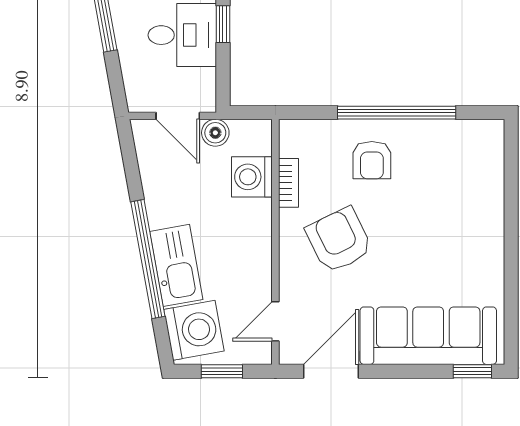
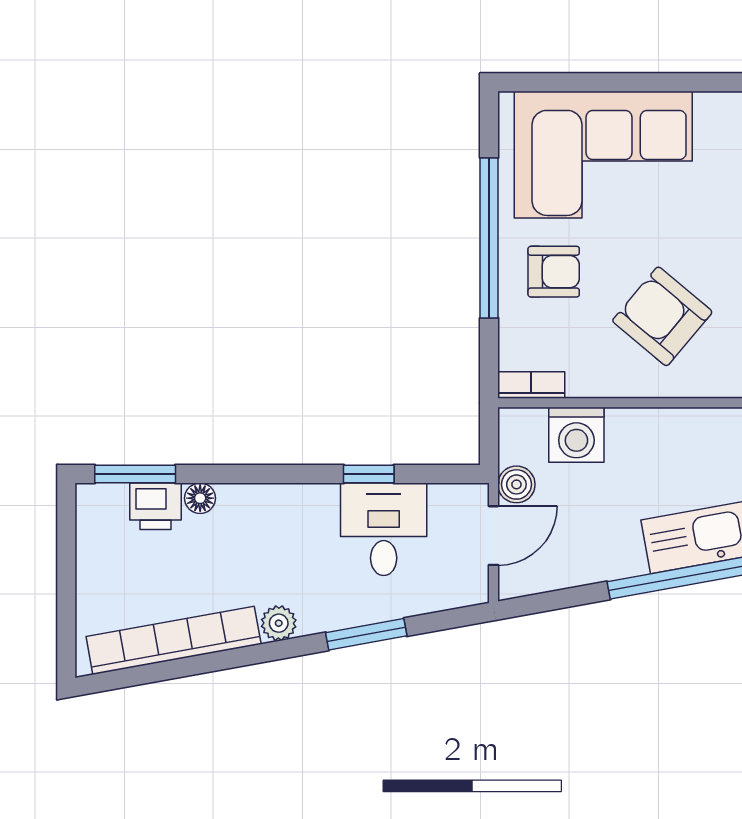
bookcase: (288, 183) -> (531, 385), moved
corner sofa: (458, 197) -> (603, 155), added
armchair: (339, 240) -> (662, 316), turned 66

